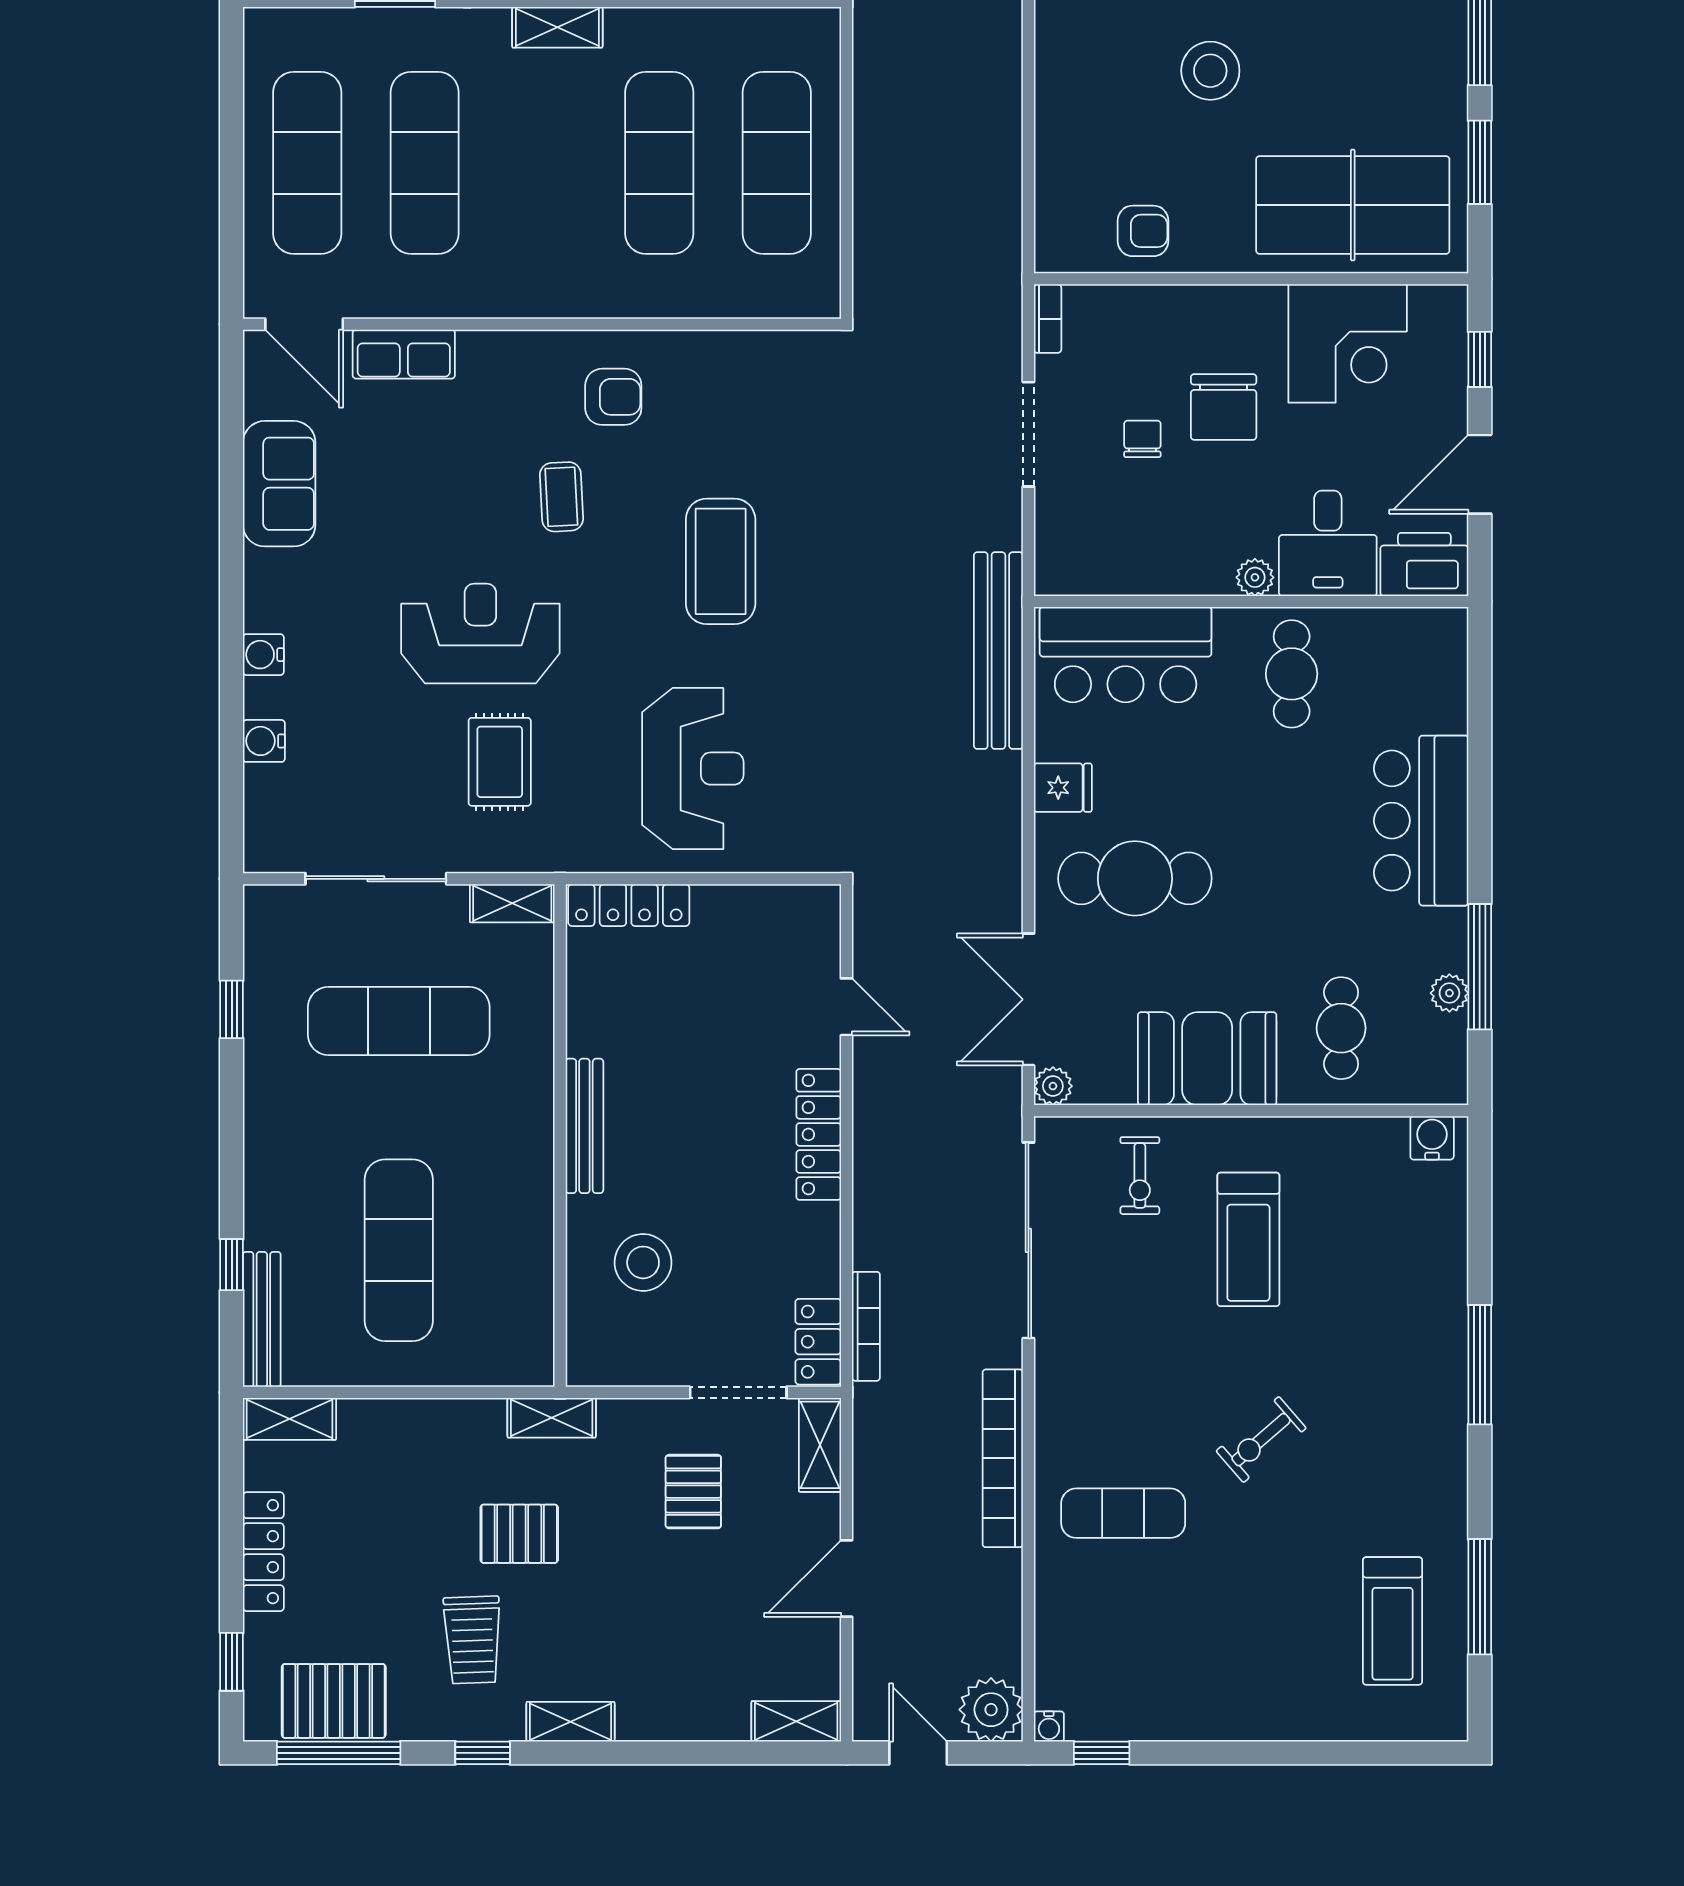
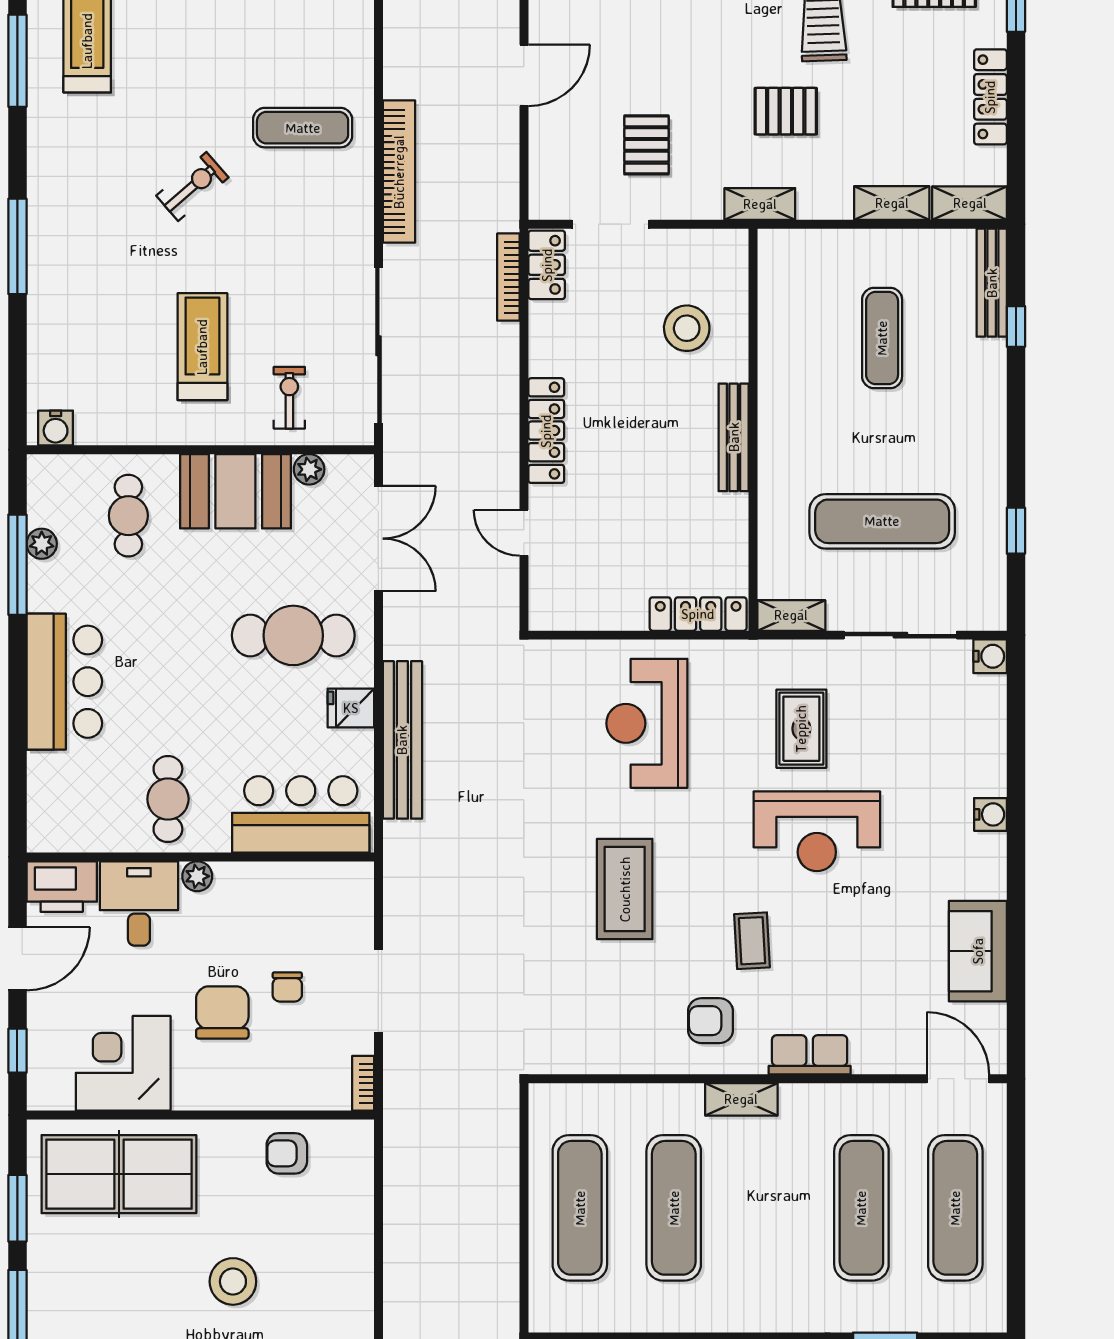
shelving: (557, 27) -> (741, 1099), moved
row of seats: (404, 354) -> (810, 1055), moved
bench: (998, 651) -> (402, 740), moved
water cooler: (264, 741) -> (990, 656), moved
plant: (1053, 1086) -> (309, 469), moved
exercise mat: (399, 1250) -> (882, 338), width x0.73, depth x0.69
shelving: (820, 1445) -> (892, 203), moved, turned 90

